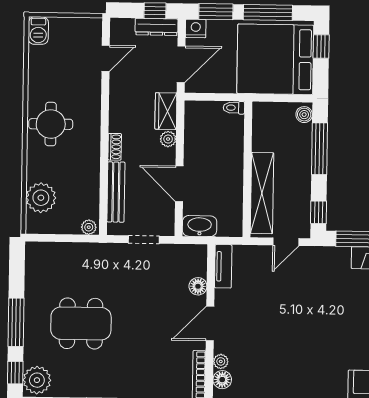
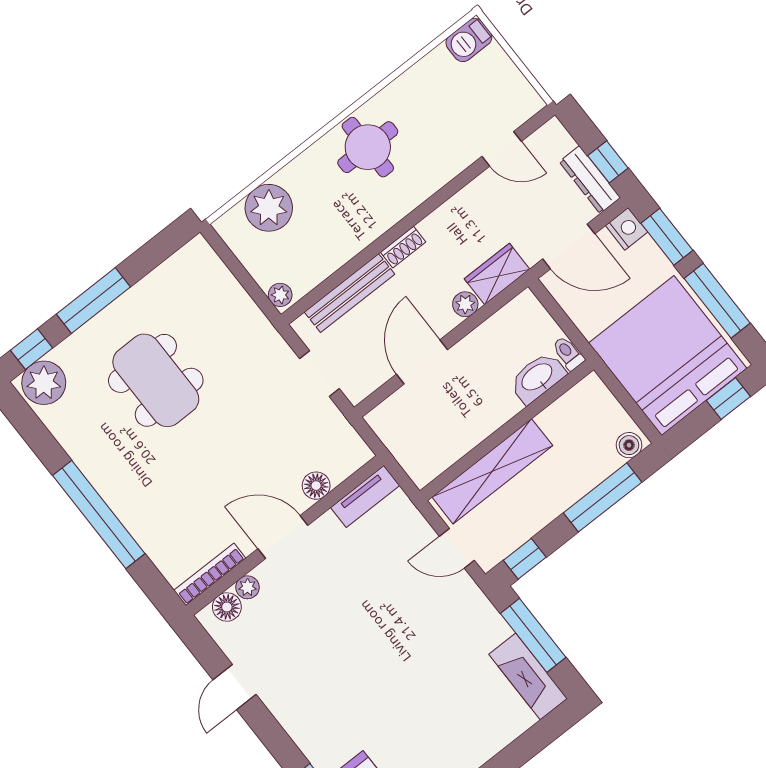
washbasin: (200, 226) -> (537, 378), moved, turned -90

